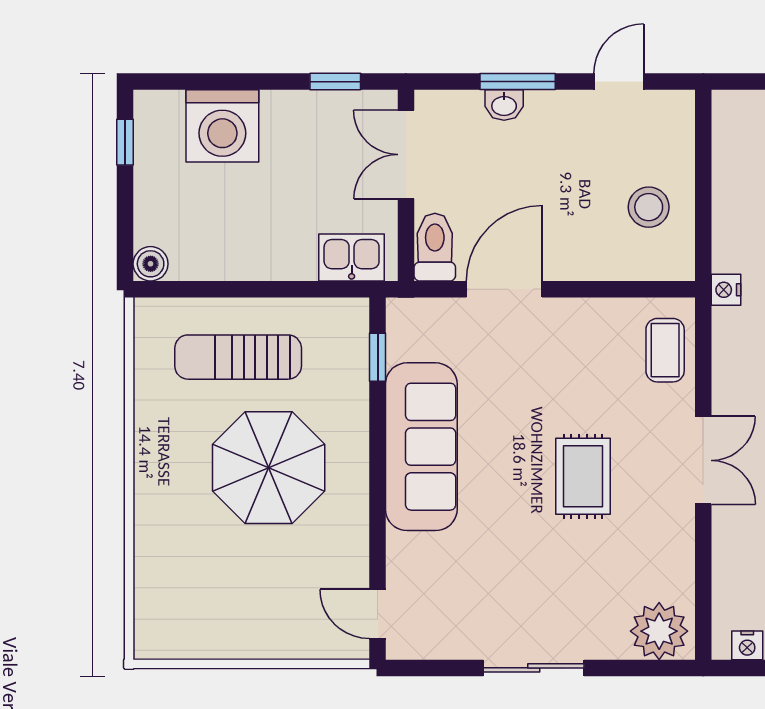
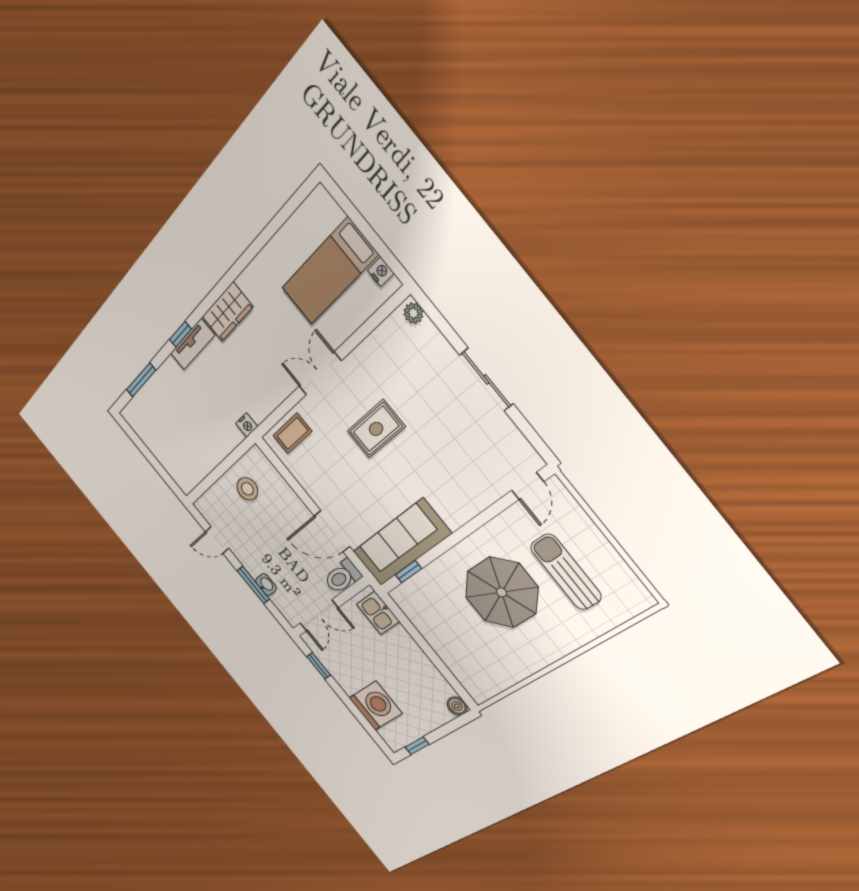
sun lounger: (238, 357) -> (566, 572), moved, turned 180
sofa: (421, 447) -> (401, 543), moved
plant: (659, 631) -> (413, 313), width x0.53, depth x0.53

